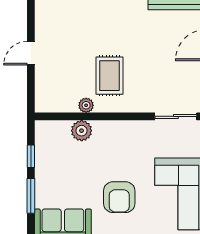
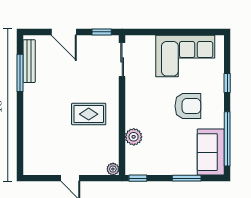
plant: (86, 105) -> (113, 169), moved
window: (31, 156) -> (138, 178), moved

